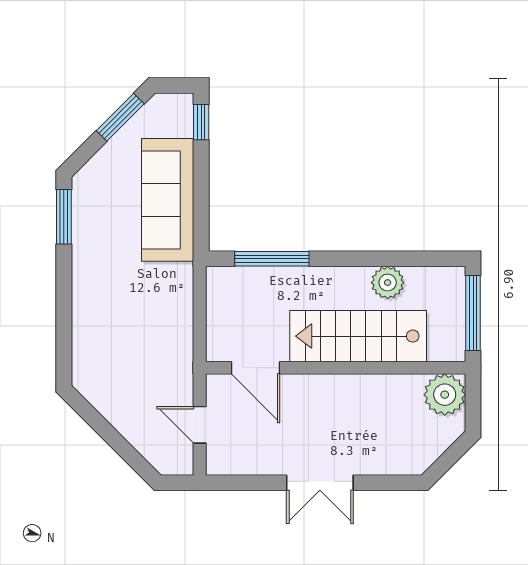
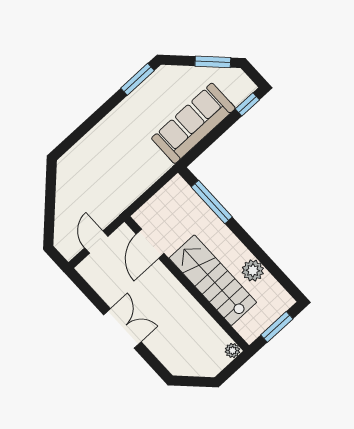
window: (473, 313) -> (277, 327), width x0.69
plant: (445, 395) -> (233, 350), width x0.53, depth x0.53
double door: (320, 483) -> (122, 328), swing flipped

